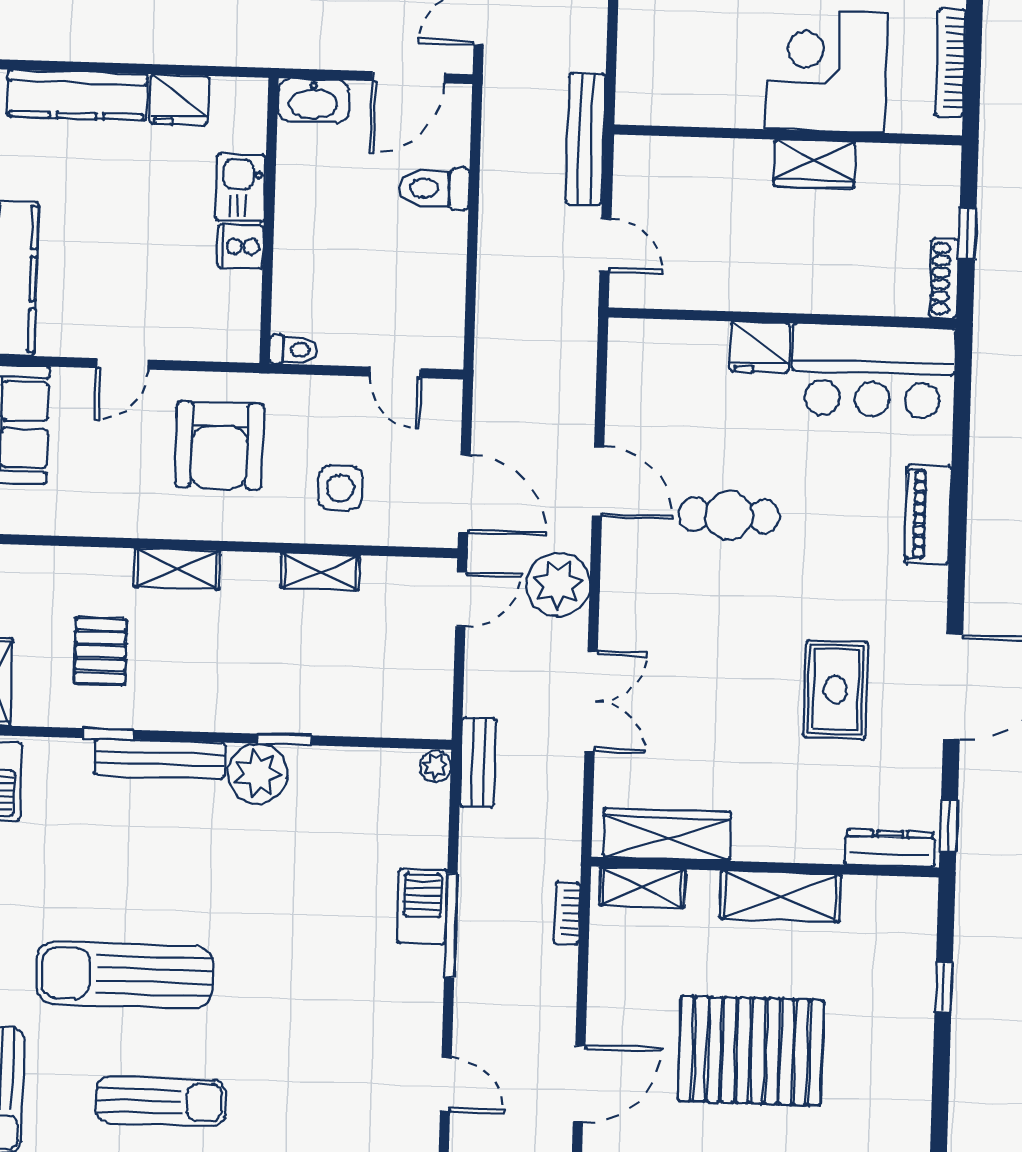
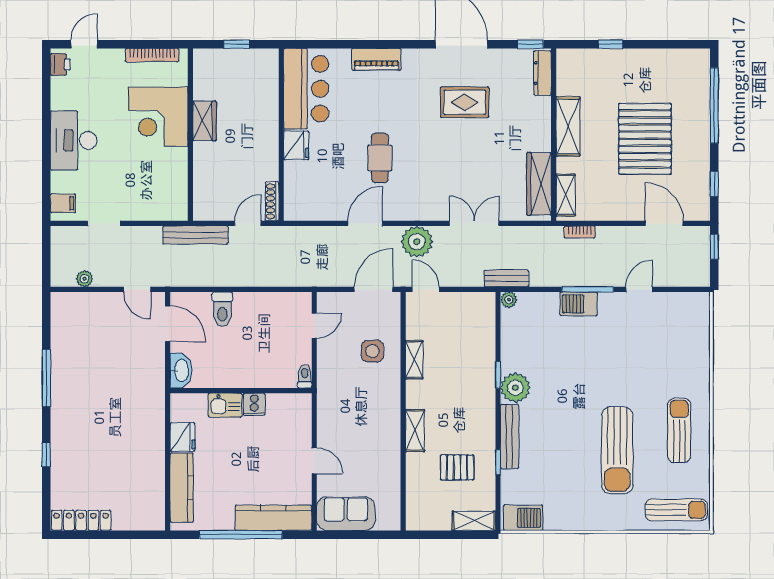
shoe rack: (944, 278) -> (272, 201), moved, turned 90
armchair: (219, 445) -> (353, 412), removed
door: (446, 1085) -> (639, 289), moved

